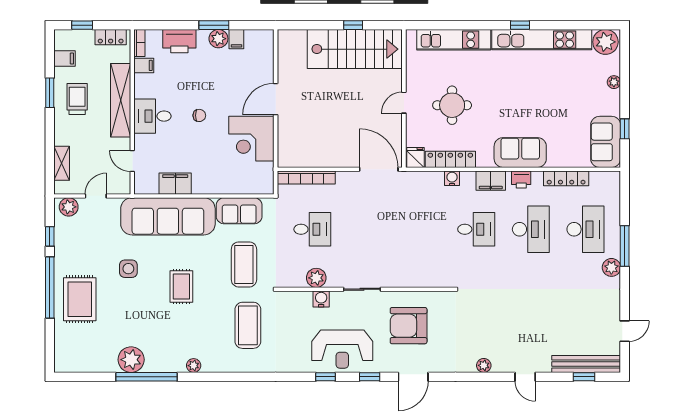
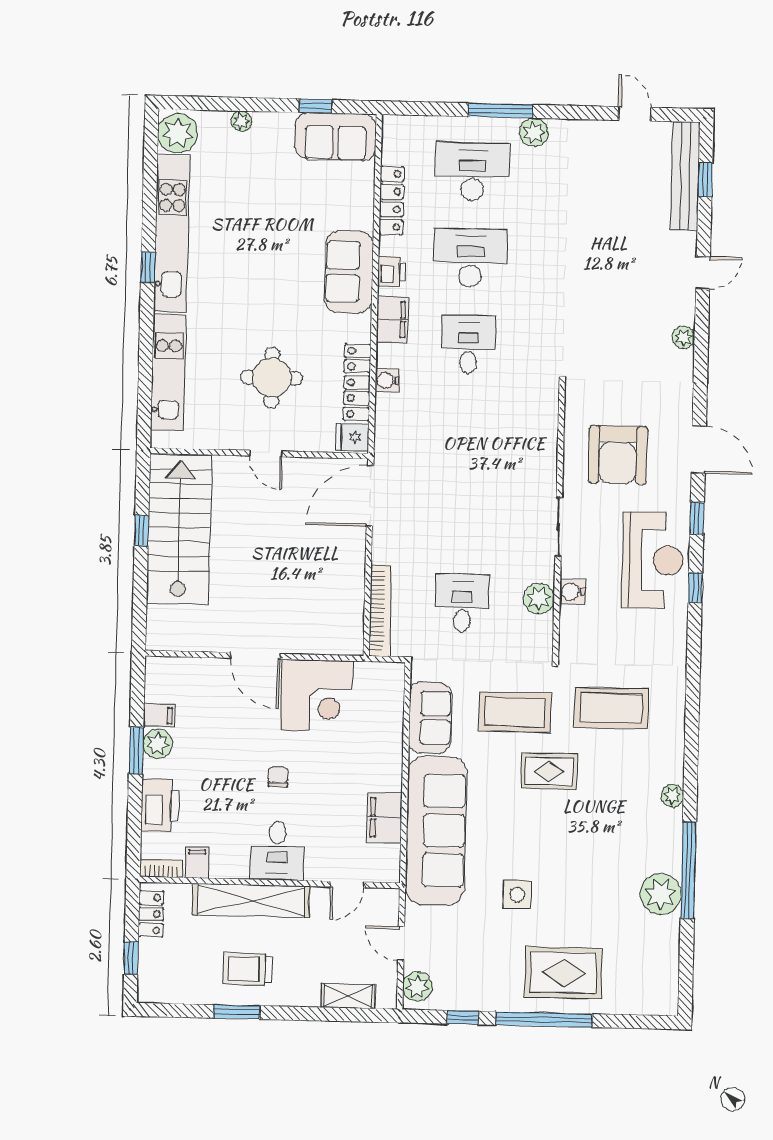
filing cabinet: (65, 59) -> (183, 987), removed
rug: (181, 287) -> (549, 771), moved

